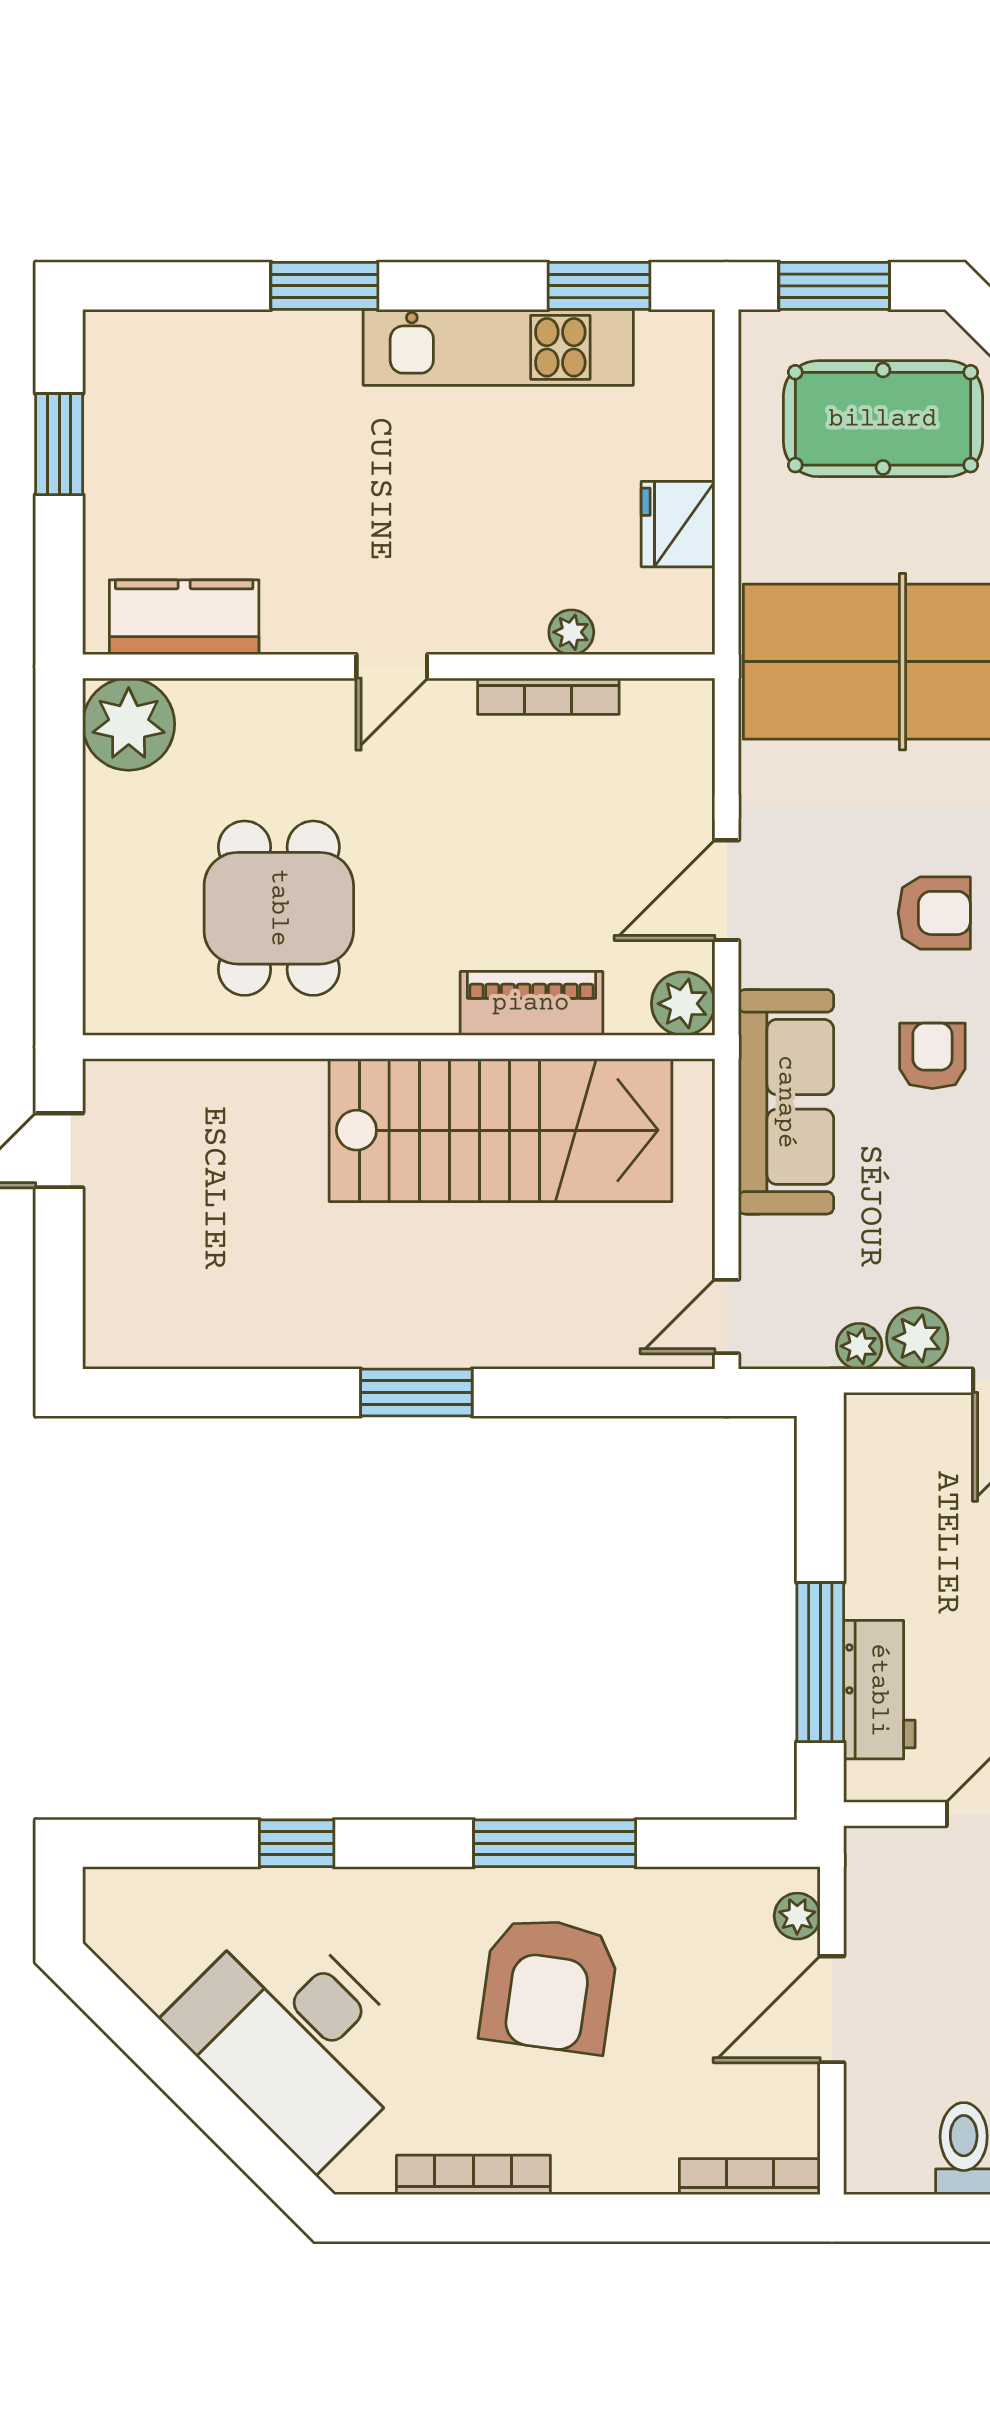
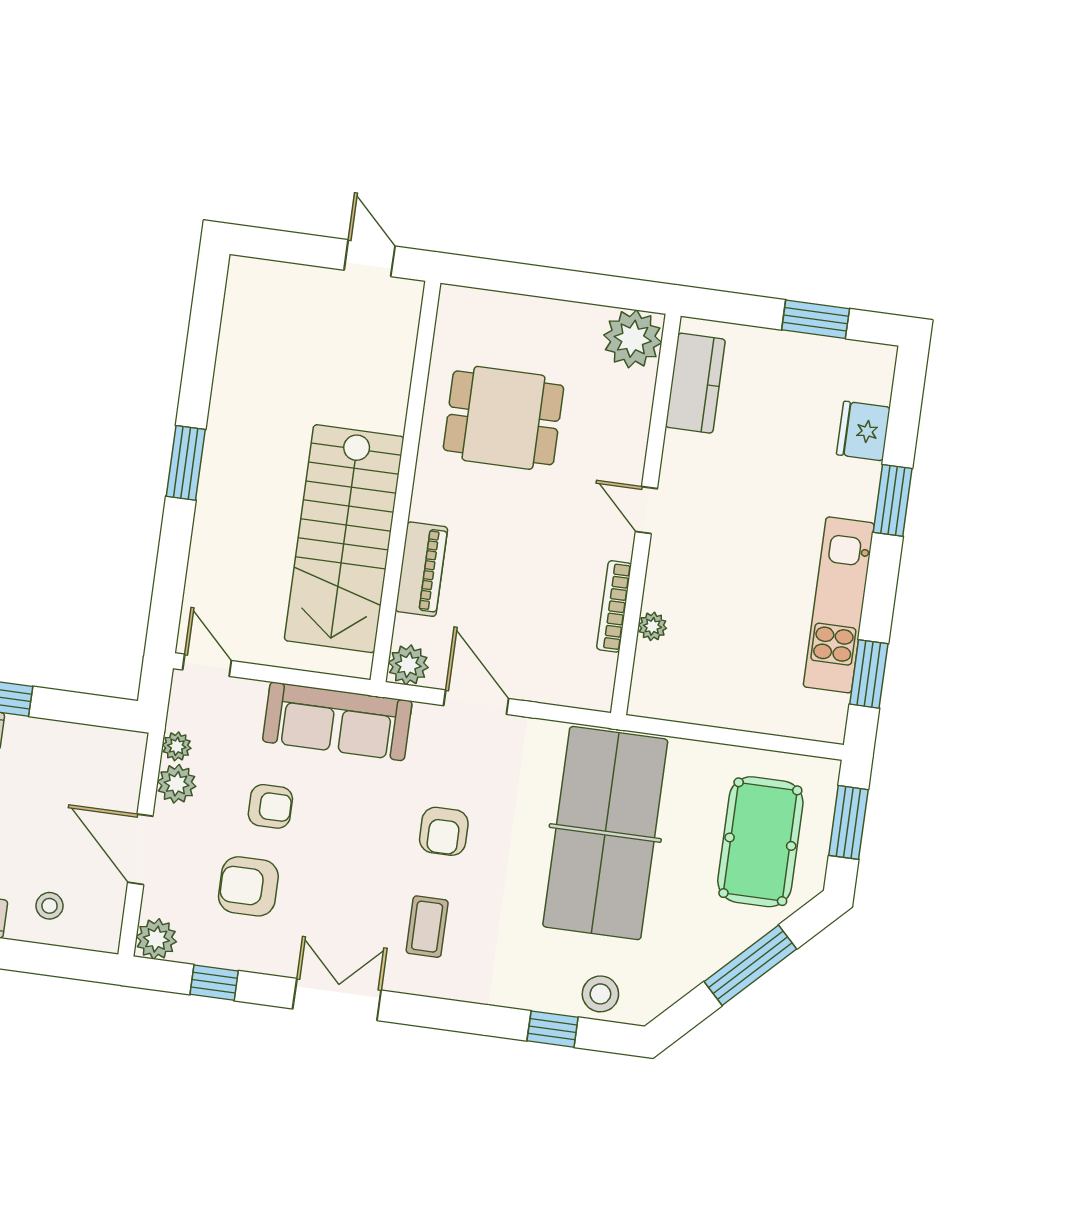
fridge: (678, 524) -> (863, 431), moved, turned -90
armchair: (932, 1056) -> (270, 806), moved

